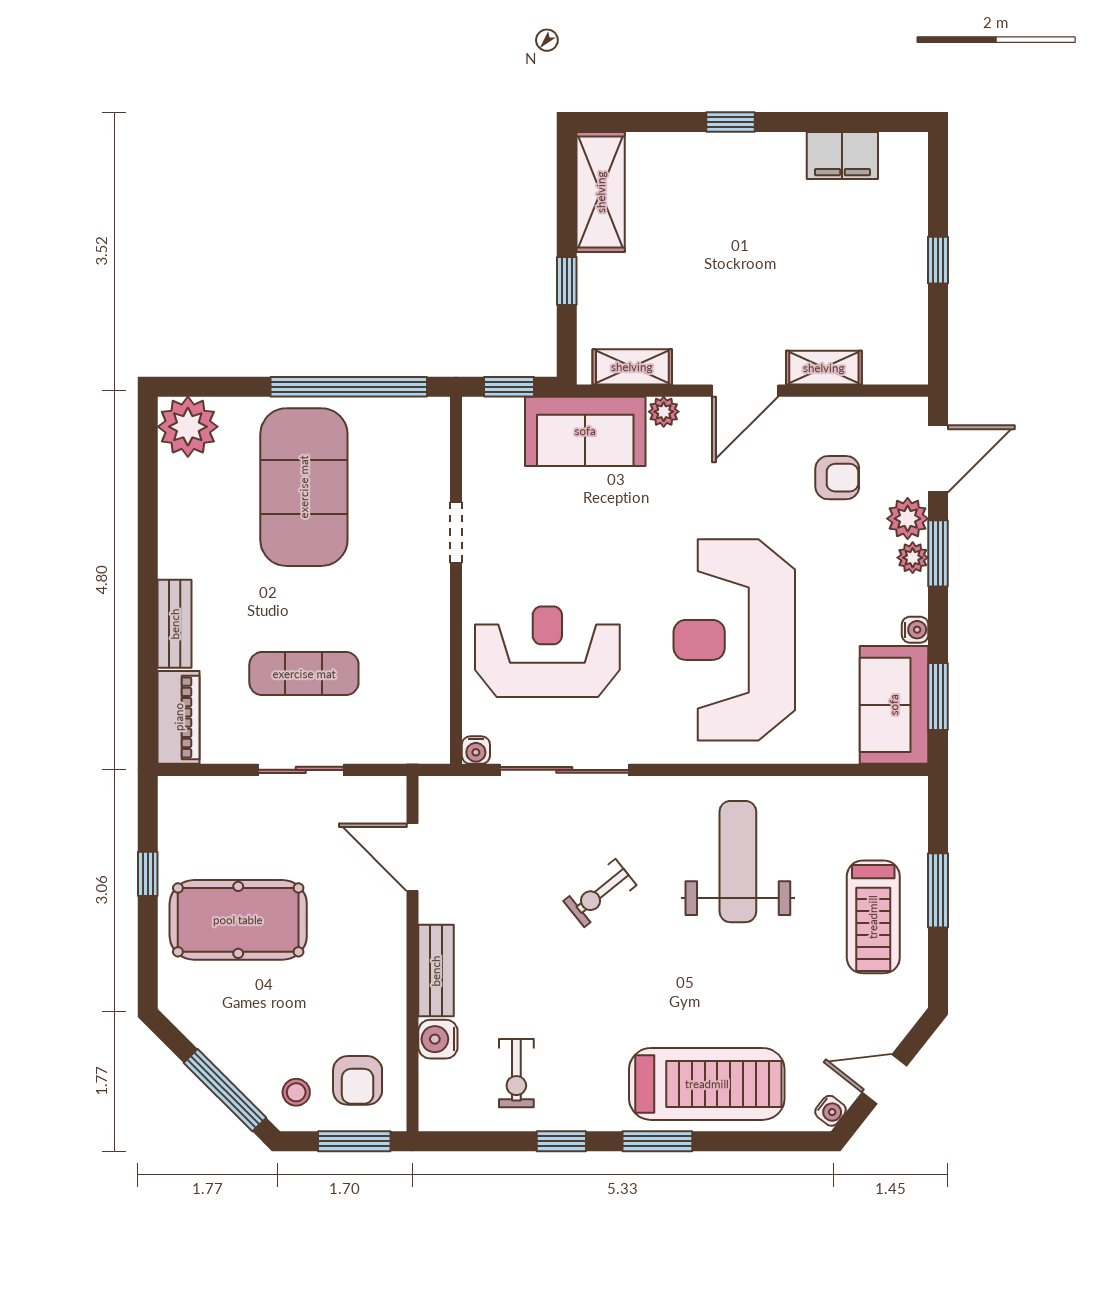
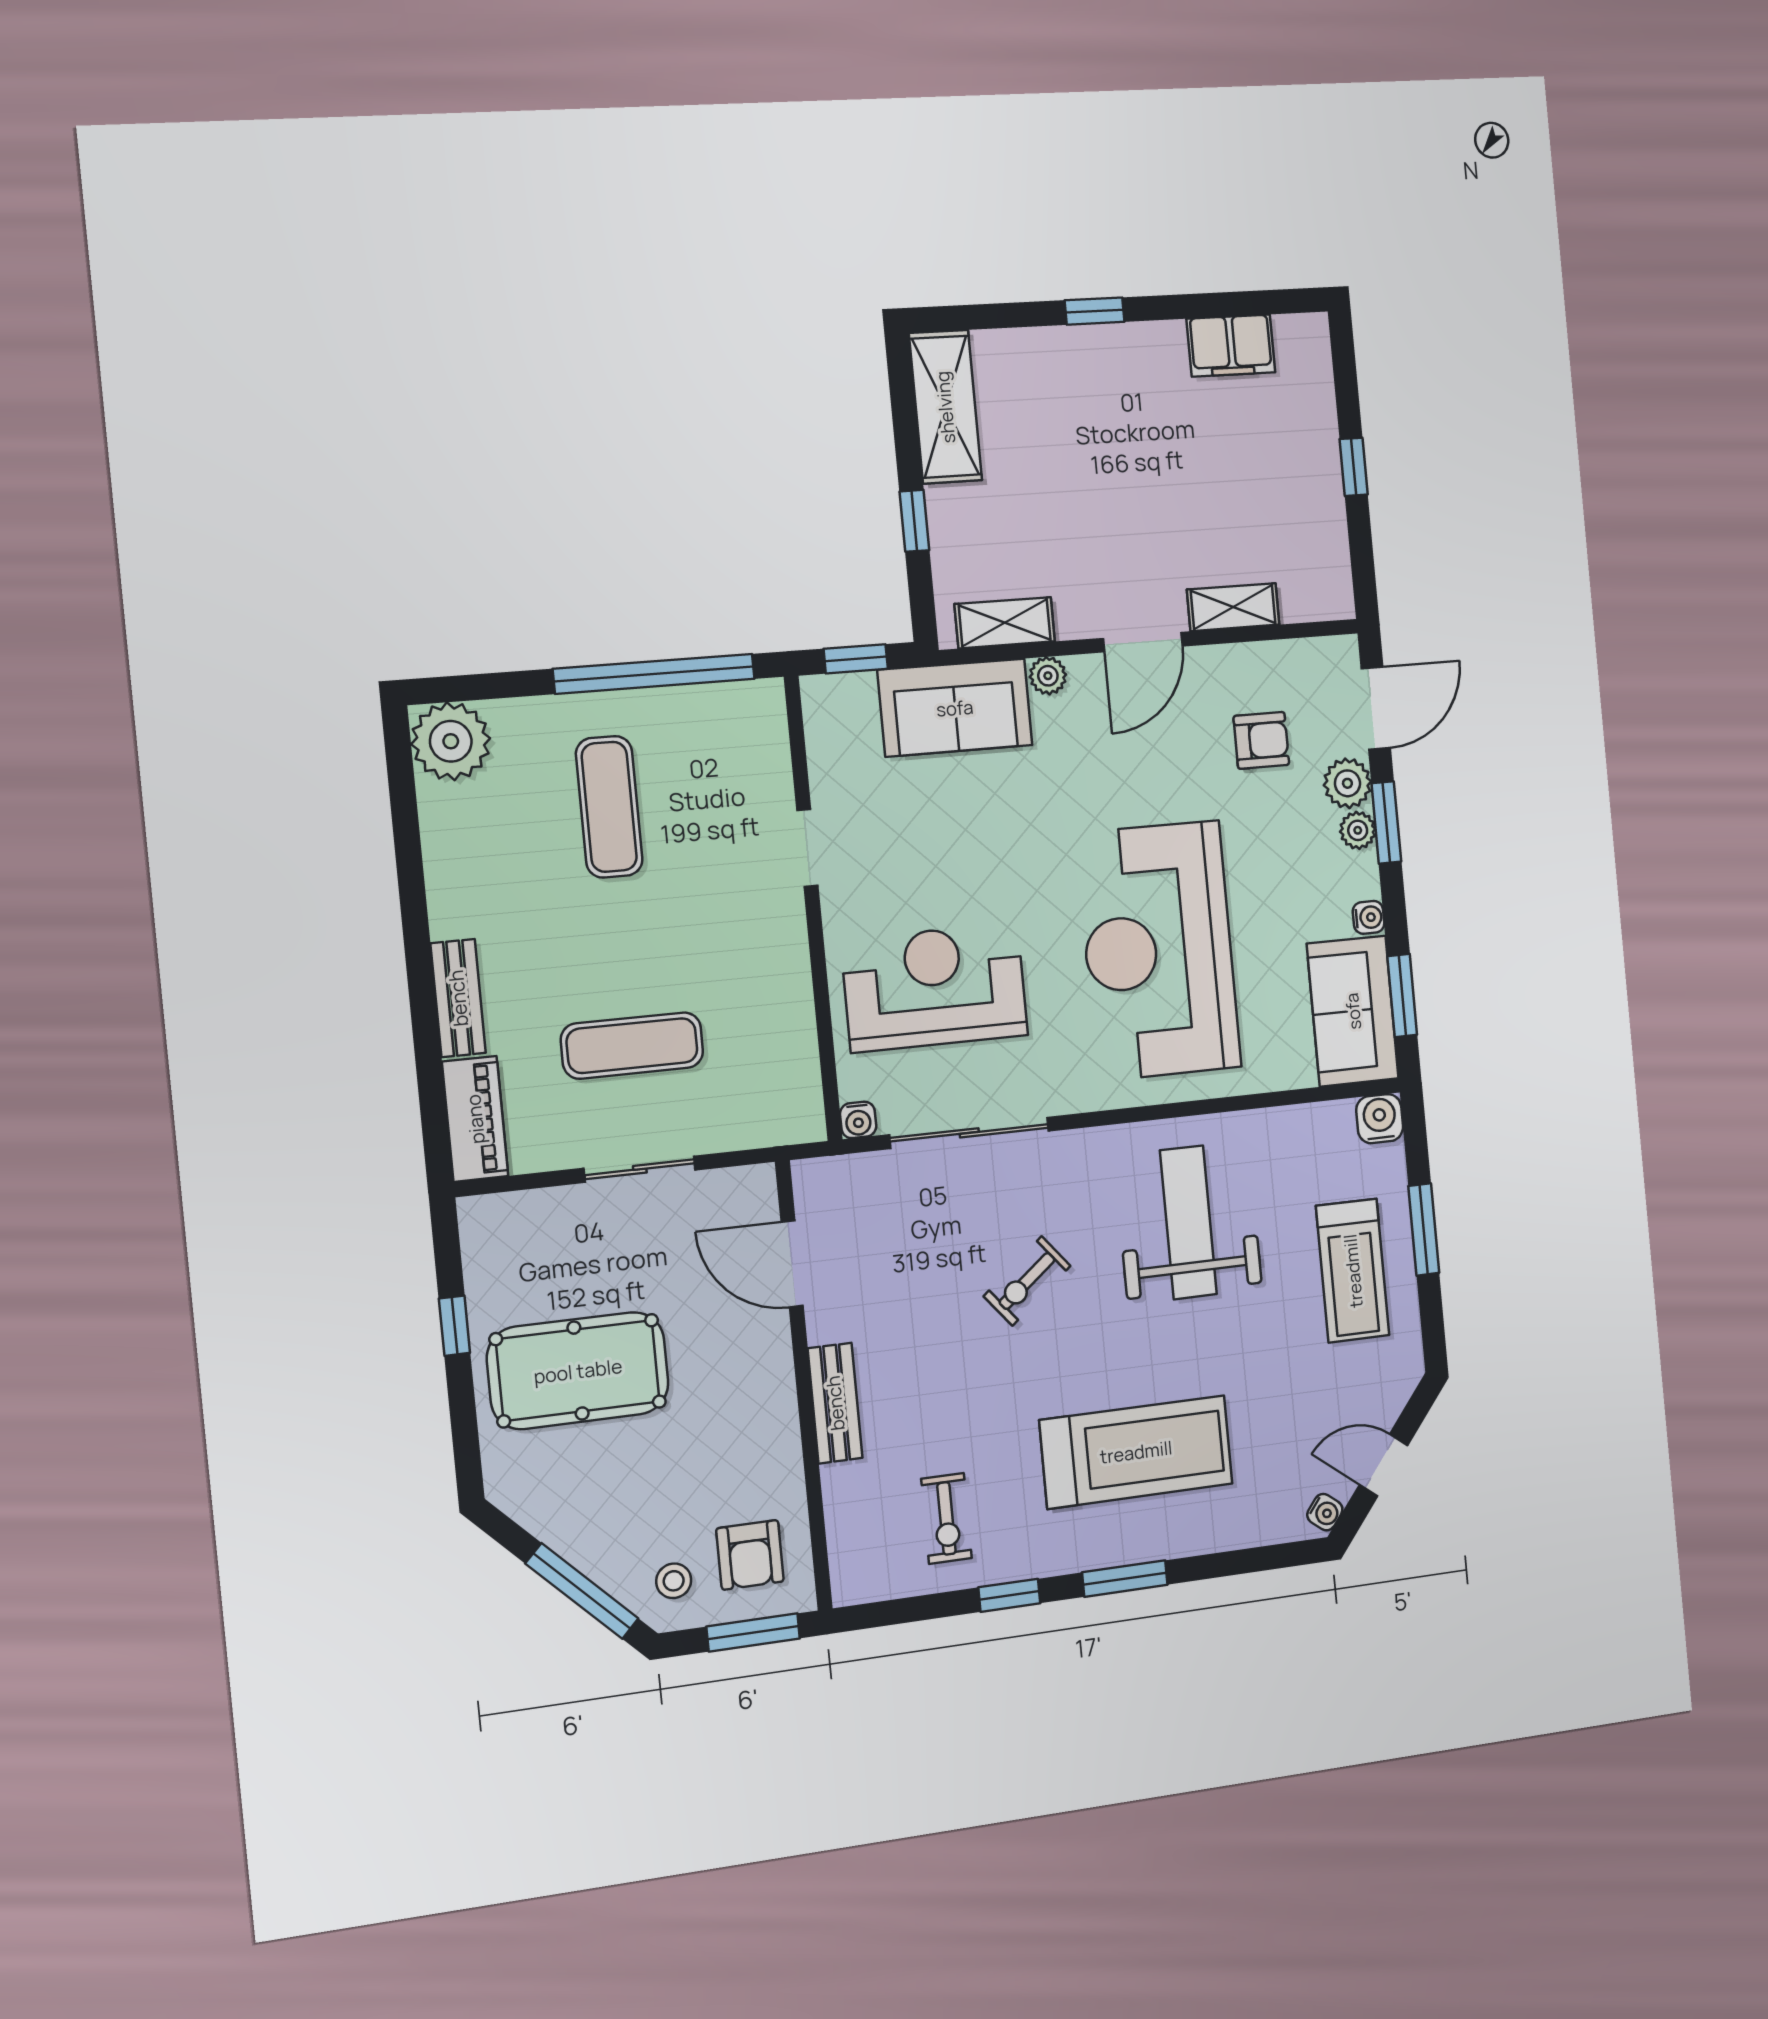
exercise mat: (304, 487) -> (609, 807), width x0.50, depth x0.69
water cooler: (438, 1039) -> (1380, 1119), moved, turned 90
treadmill: (707, 1084) -> (1136, 1452), moved

